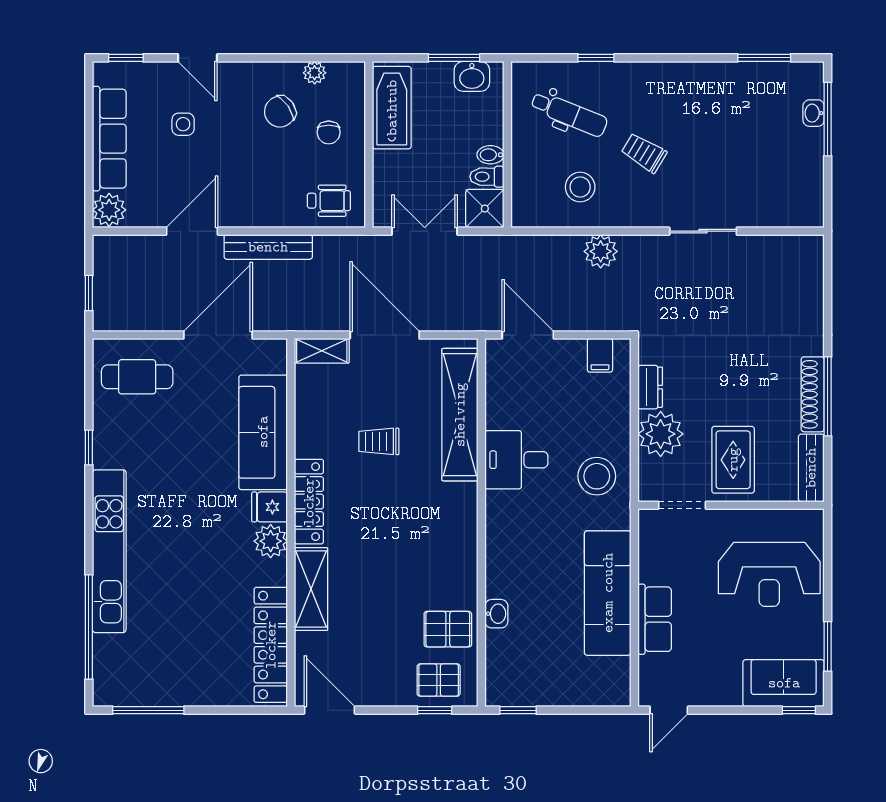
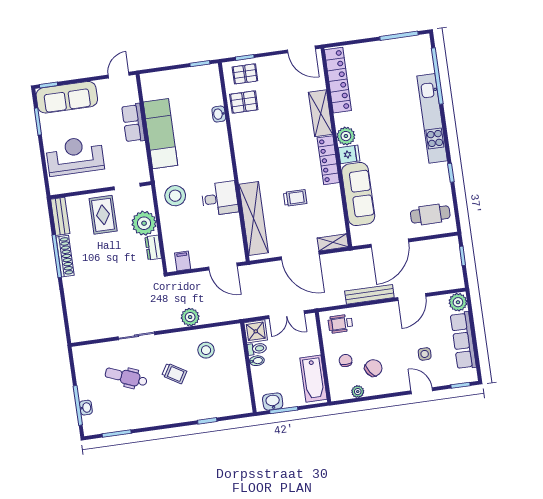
dental chair: (569, 114) -> (126, 377), moved
sofa: (784, 683) -> (67, 97), width x1.36

